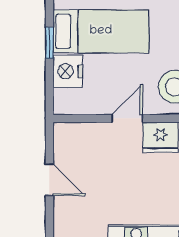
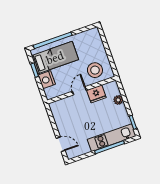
door: (49, 180) -> (61, 144), moved

